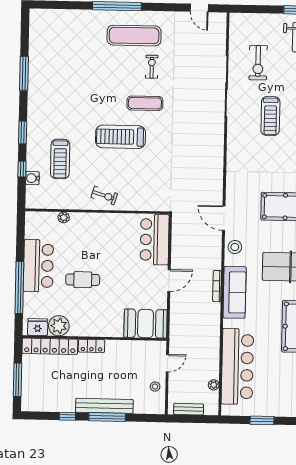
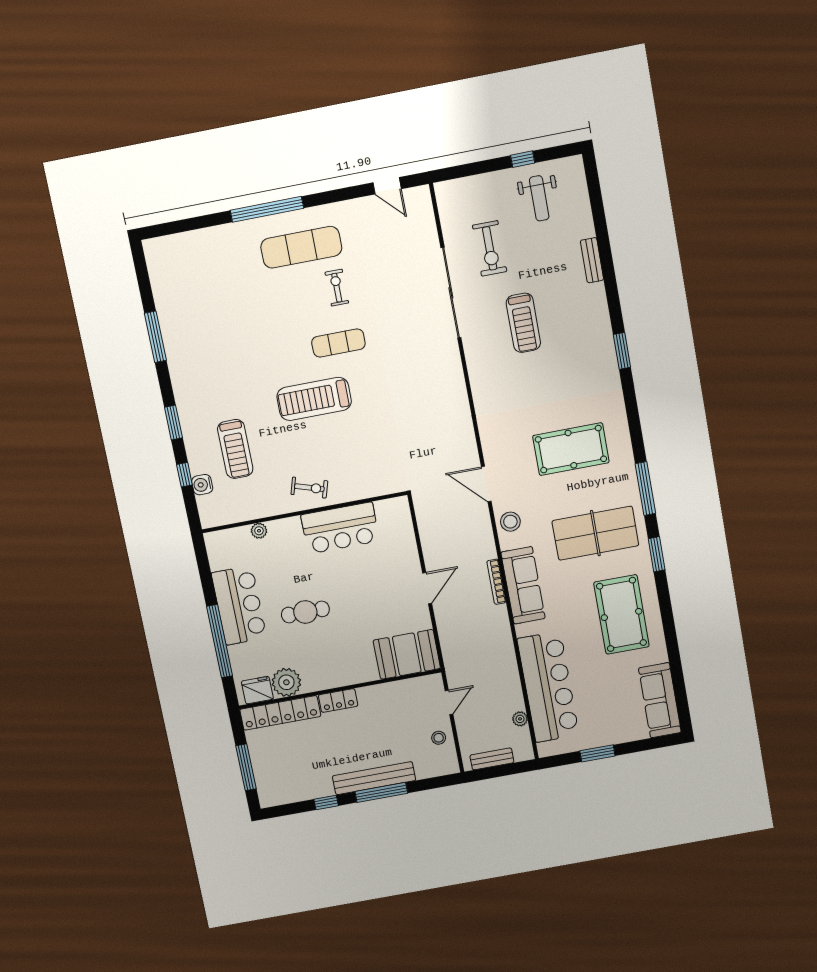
bar counter: (155, 240) -> (340, 528), moved, turned -90

